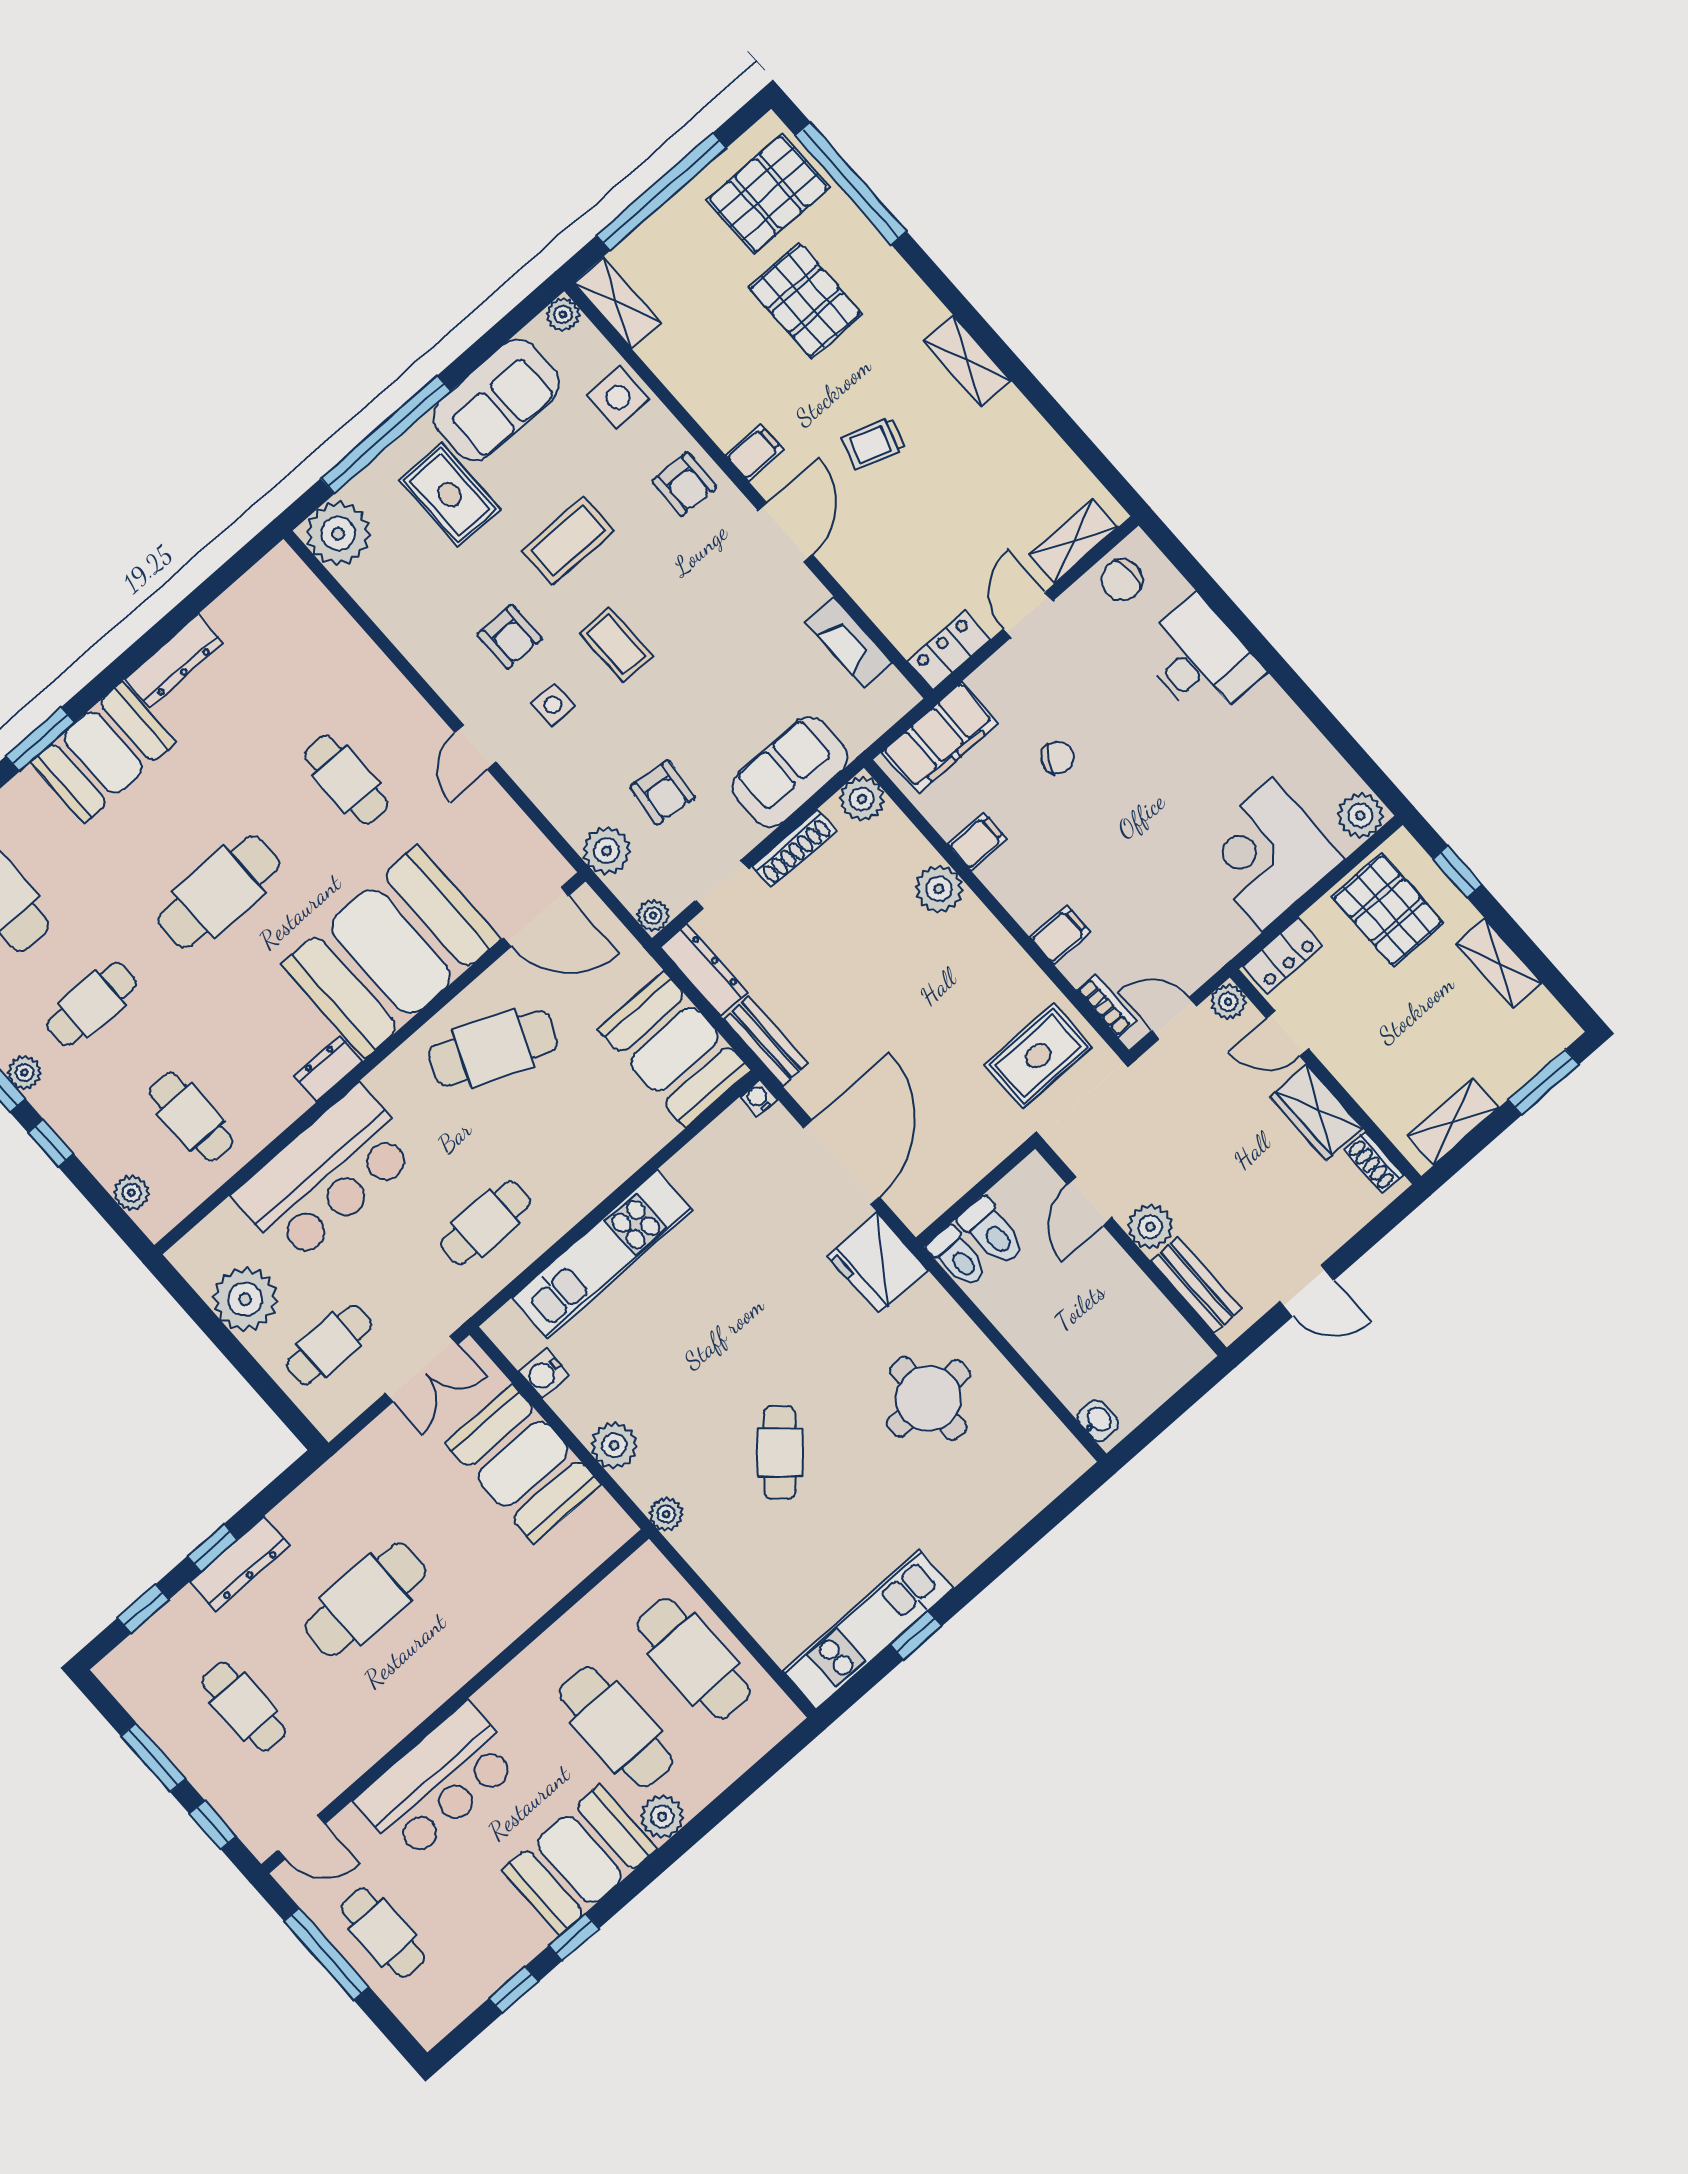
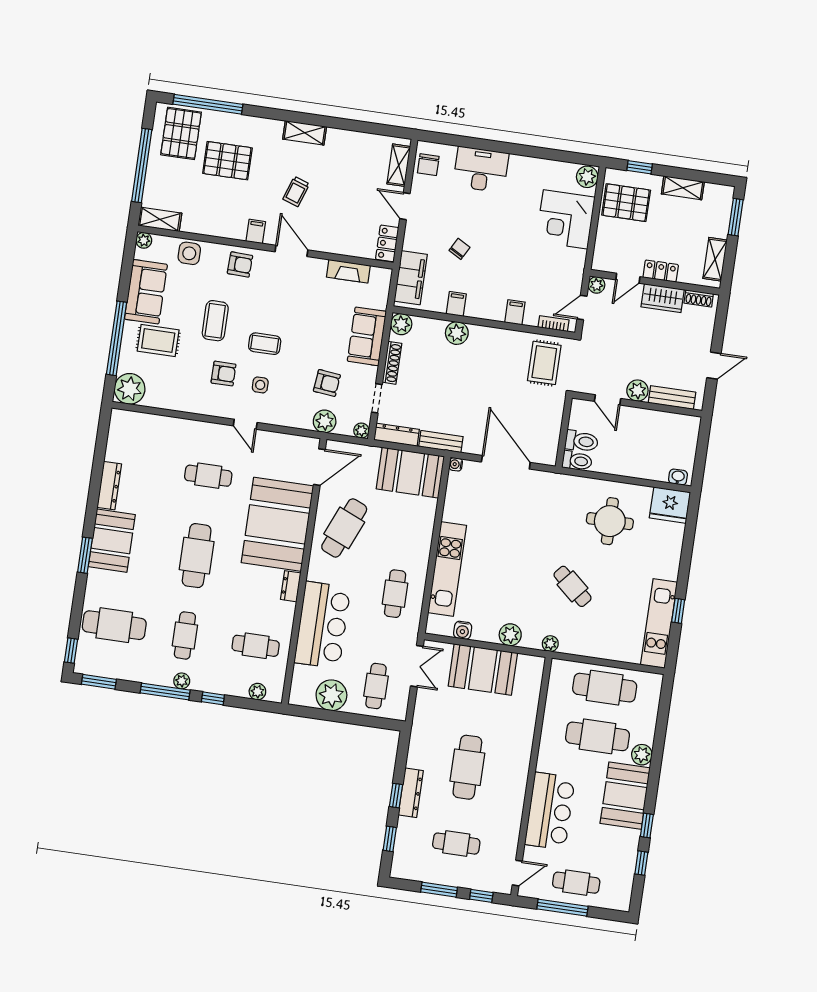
locker: (1283, 956) -> (661, 271), moved, turned -90
fridge: (878, 1263) -> (670, 505), moved

